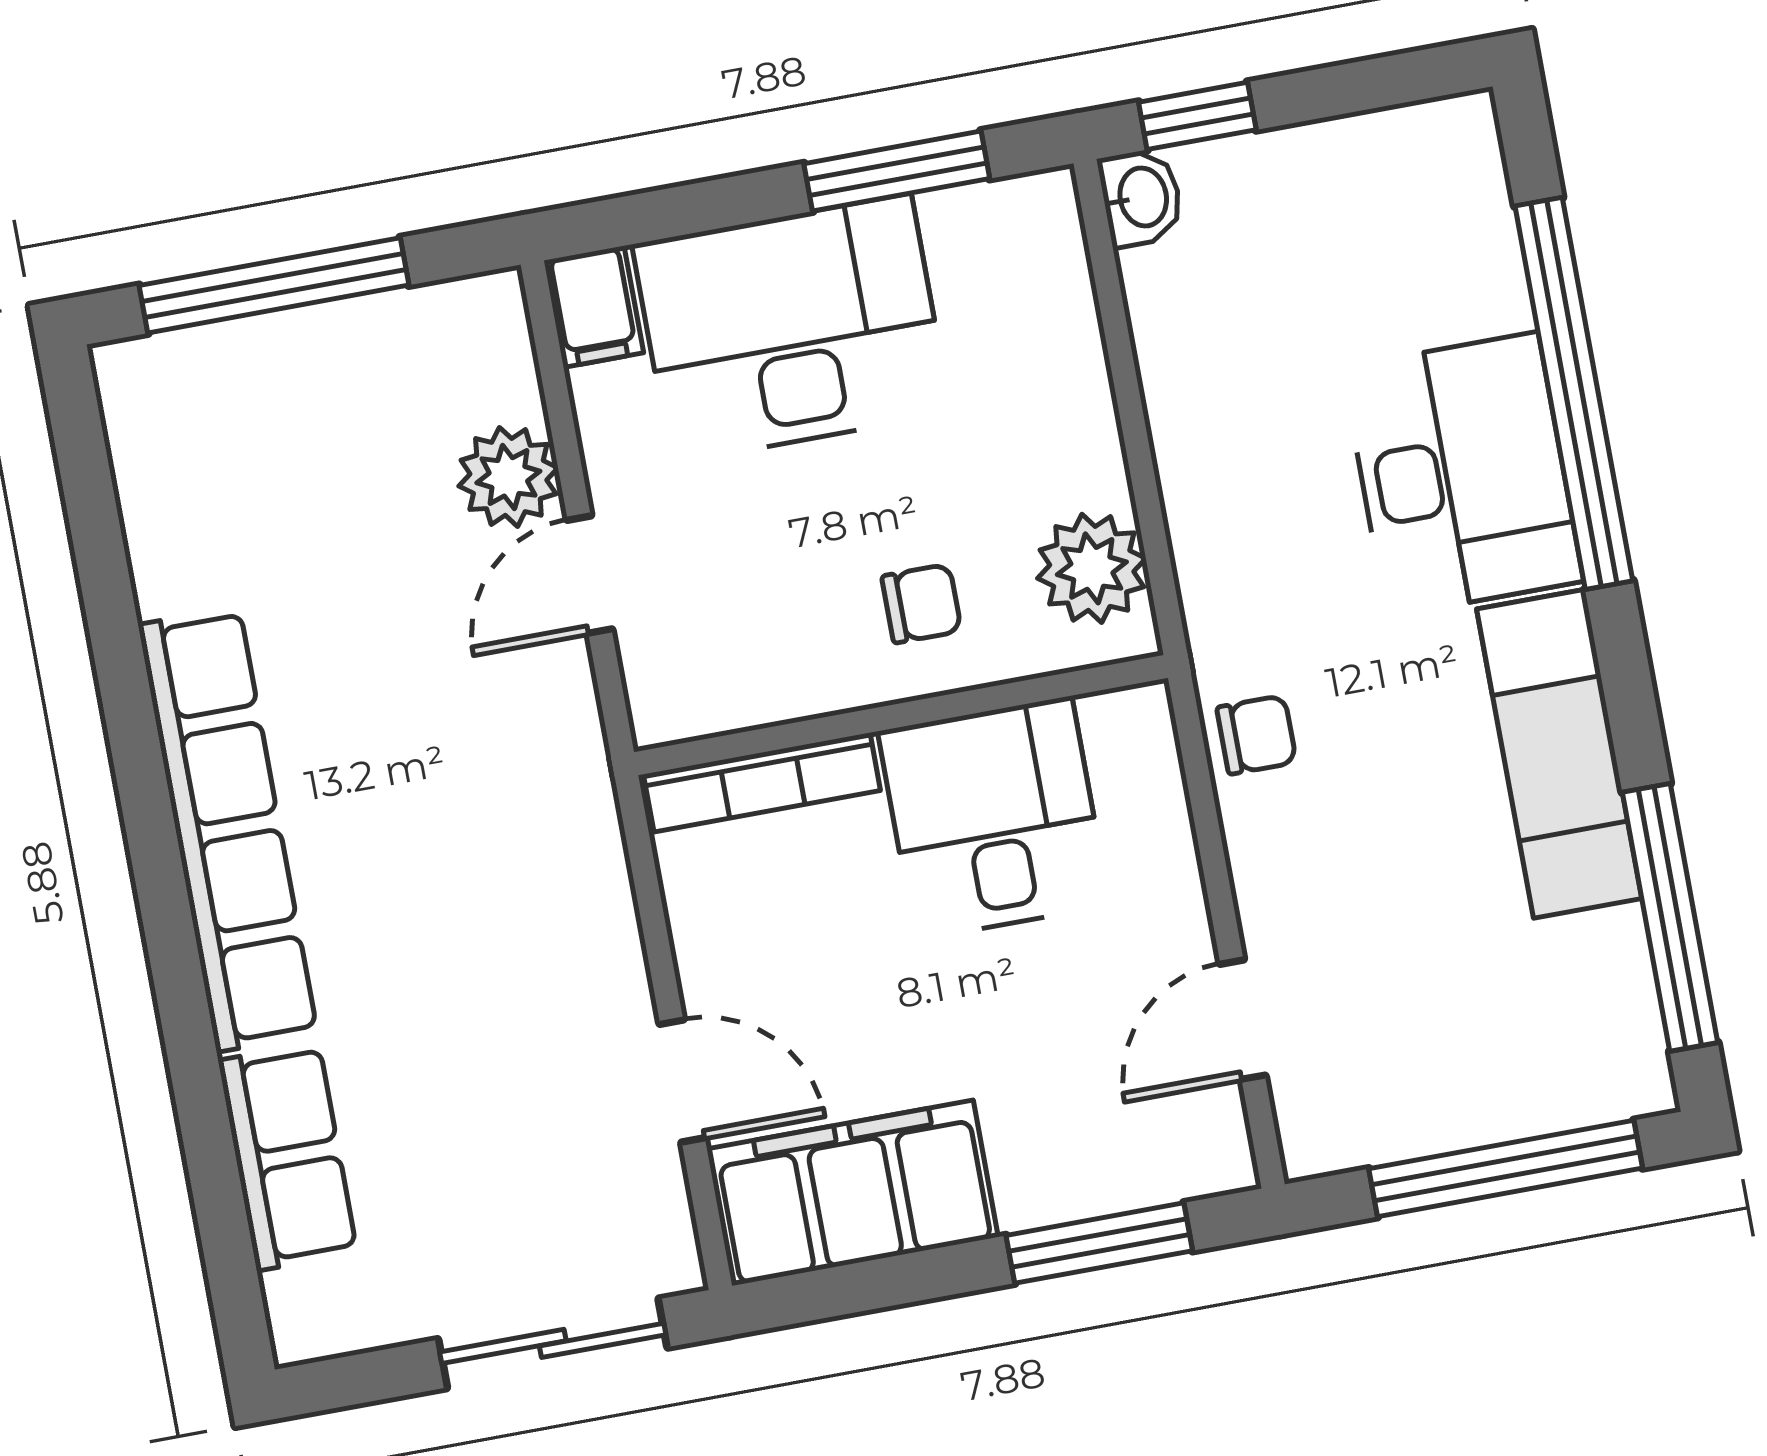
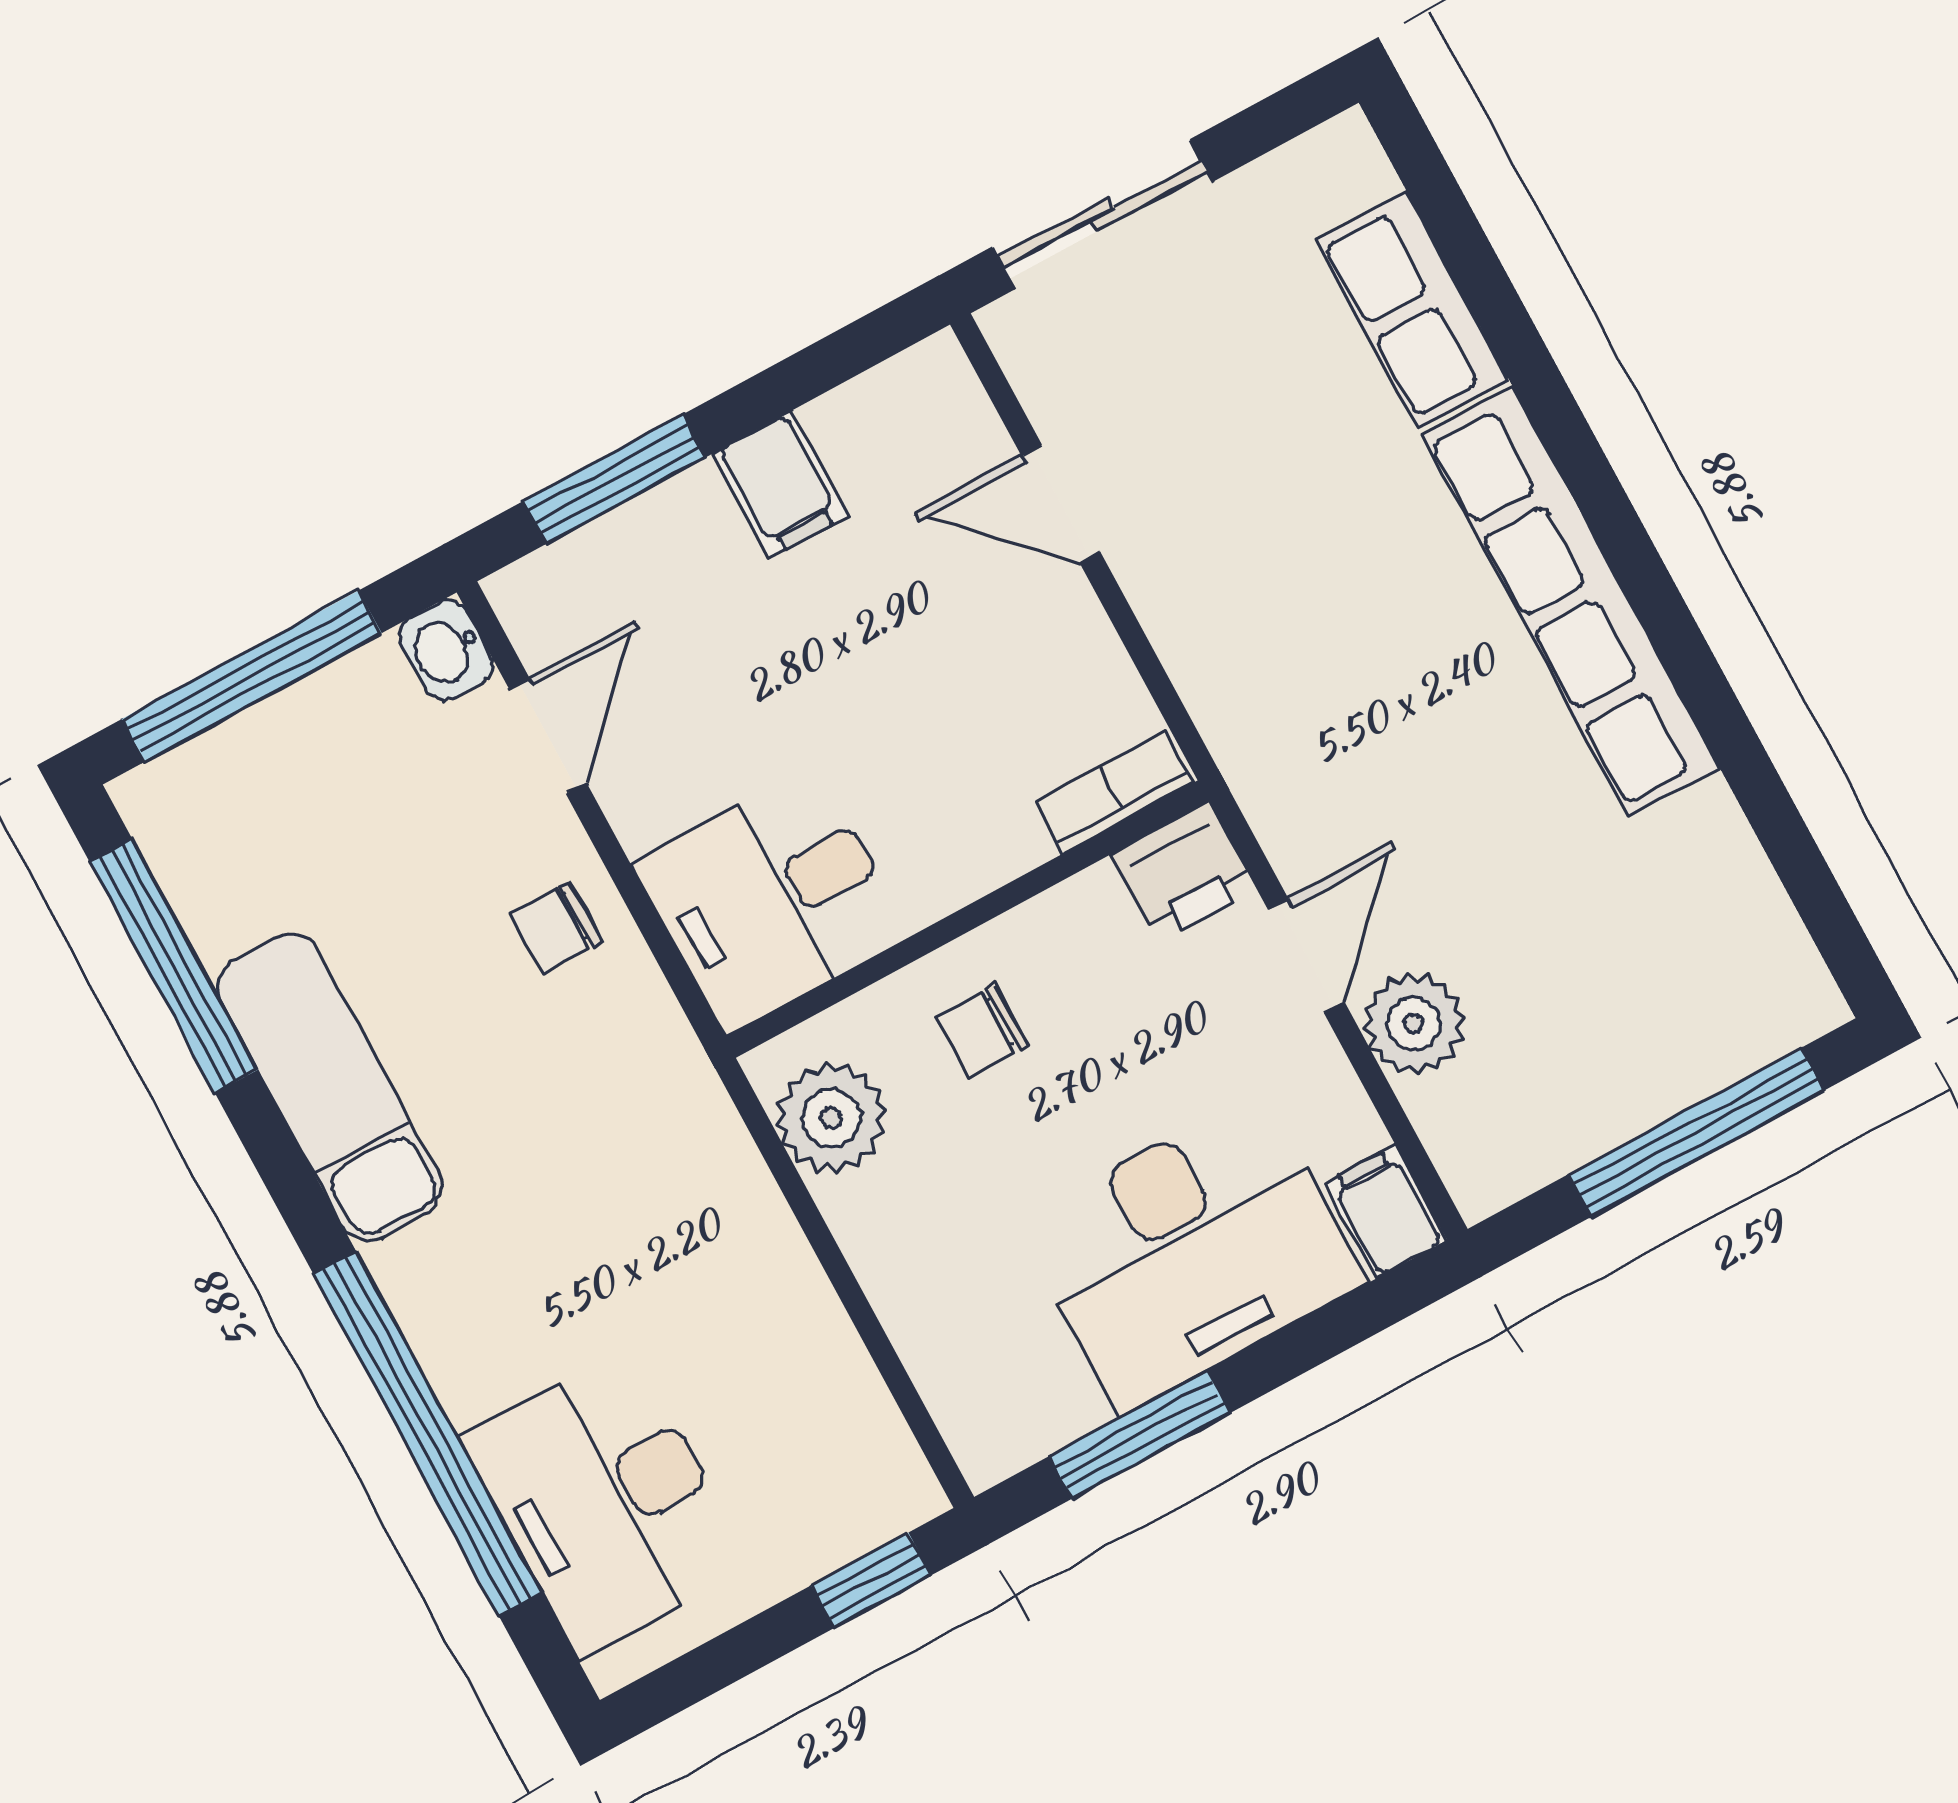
washbasin: (1141, 197) -> (446, 650), moved
desk: (1462, 474) -> (606, 1502), moved
printer: (680, 692) -> (1184, 872), added
chair: (1257, 735) -> (556, 927), moved
bookcase: (762, 782) -> (1114, 792), width x0.64
desk: (994, 818) -> (771, 900), moved, turned 90
filing cabinet: (854, 1193) -> (780, 485), width x0.33, depth x0.86

